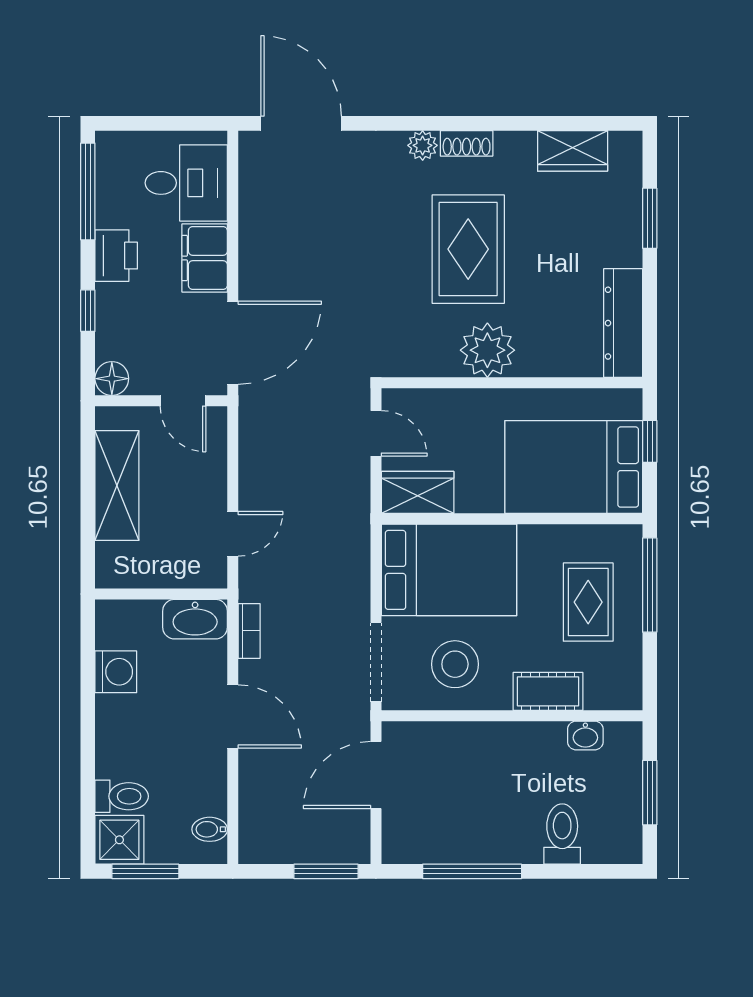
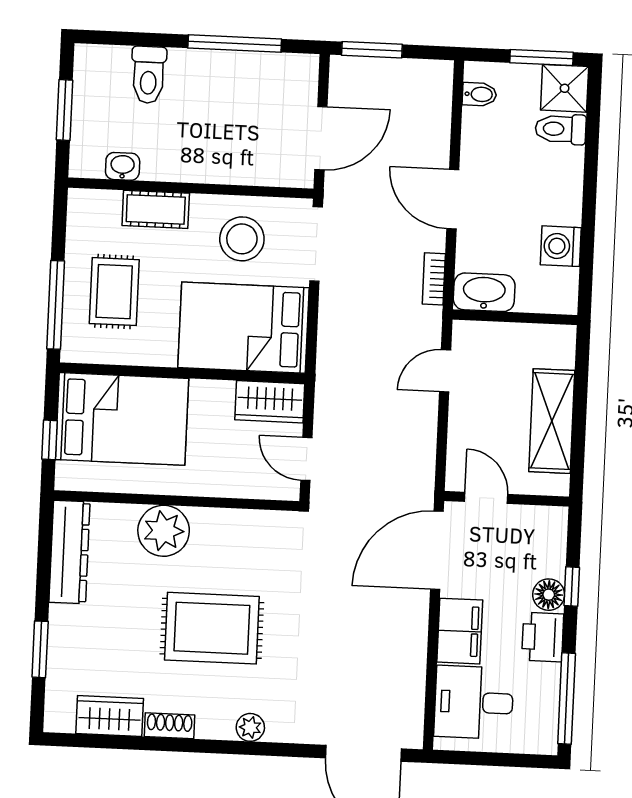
shoe rack: (467, 143) -> (169, 726), moved
rug: (468, 249) -> (212, 628), turned 90
plant: (487, 350) -> (164, 531), moved
floor lamp: (112, 379) -> (549, 595), moved

